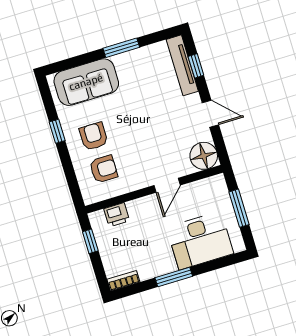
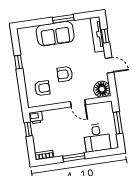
sofa: (86, 82) -> (55, 34), moved
armchair: (94, 136) -> (65, 74), moved, turned -90
door: (167, 185) -> (78, 103), hinge flipped
printer: (117, 215) -> (36, 118), moved
desk: (200, 240) -> (97, 138), width x0.73

